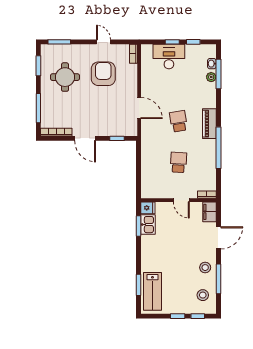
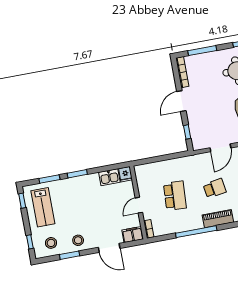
school desk: (178, 162) -> (175, 196), width x1.85
window: (138, 226) -> (77, 174), moved
window: (218, 279) -> (70, 255), width x0.69
lab bench: (152, 291) -> (43, 207), moved, turned -90
window: (178, 316) -> (22, 201), moved

